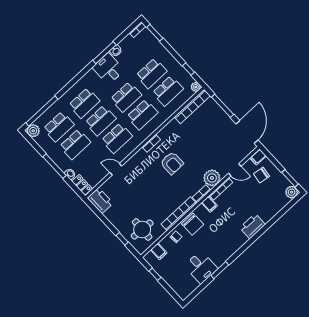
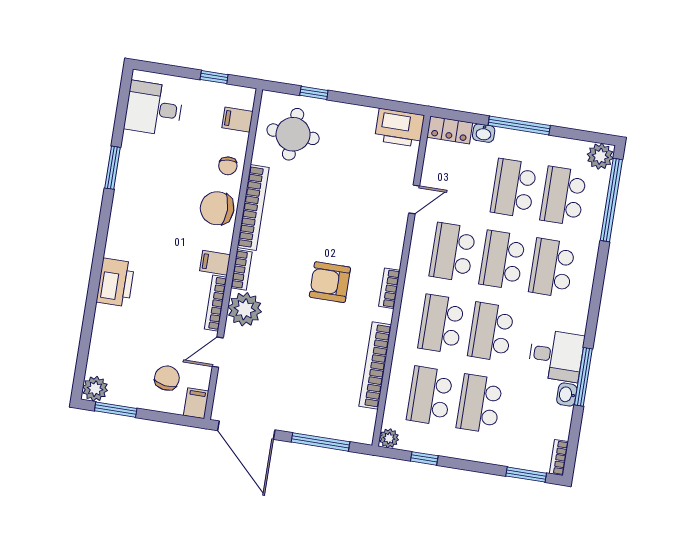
bookcase: (192, 106) -> (375, 366), moved
desk: (201, 267) -> (154, 108), moved

